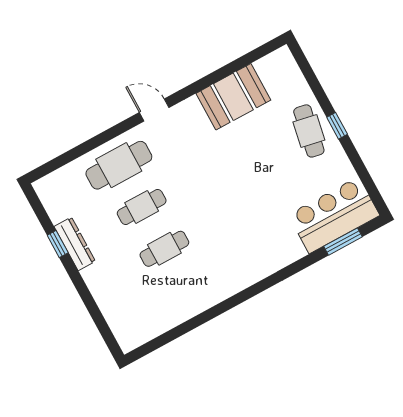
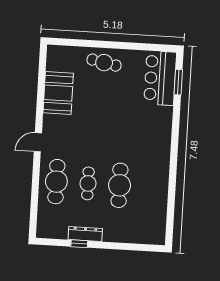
window: (337, 126) -> (111, 45), removed
cafe table: (164, 249) -> (120, 185), width x1.37, depth x1.35

